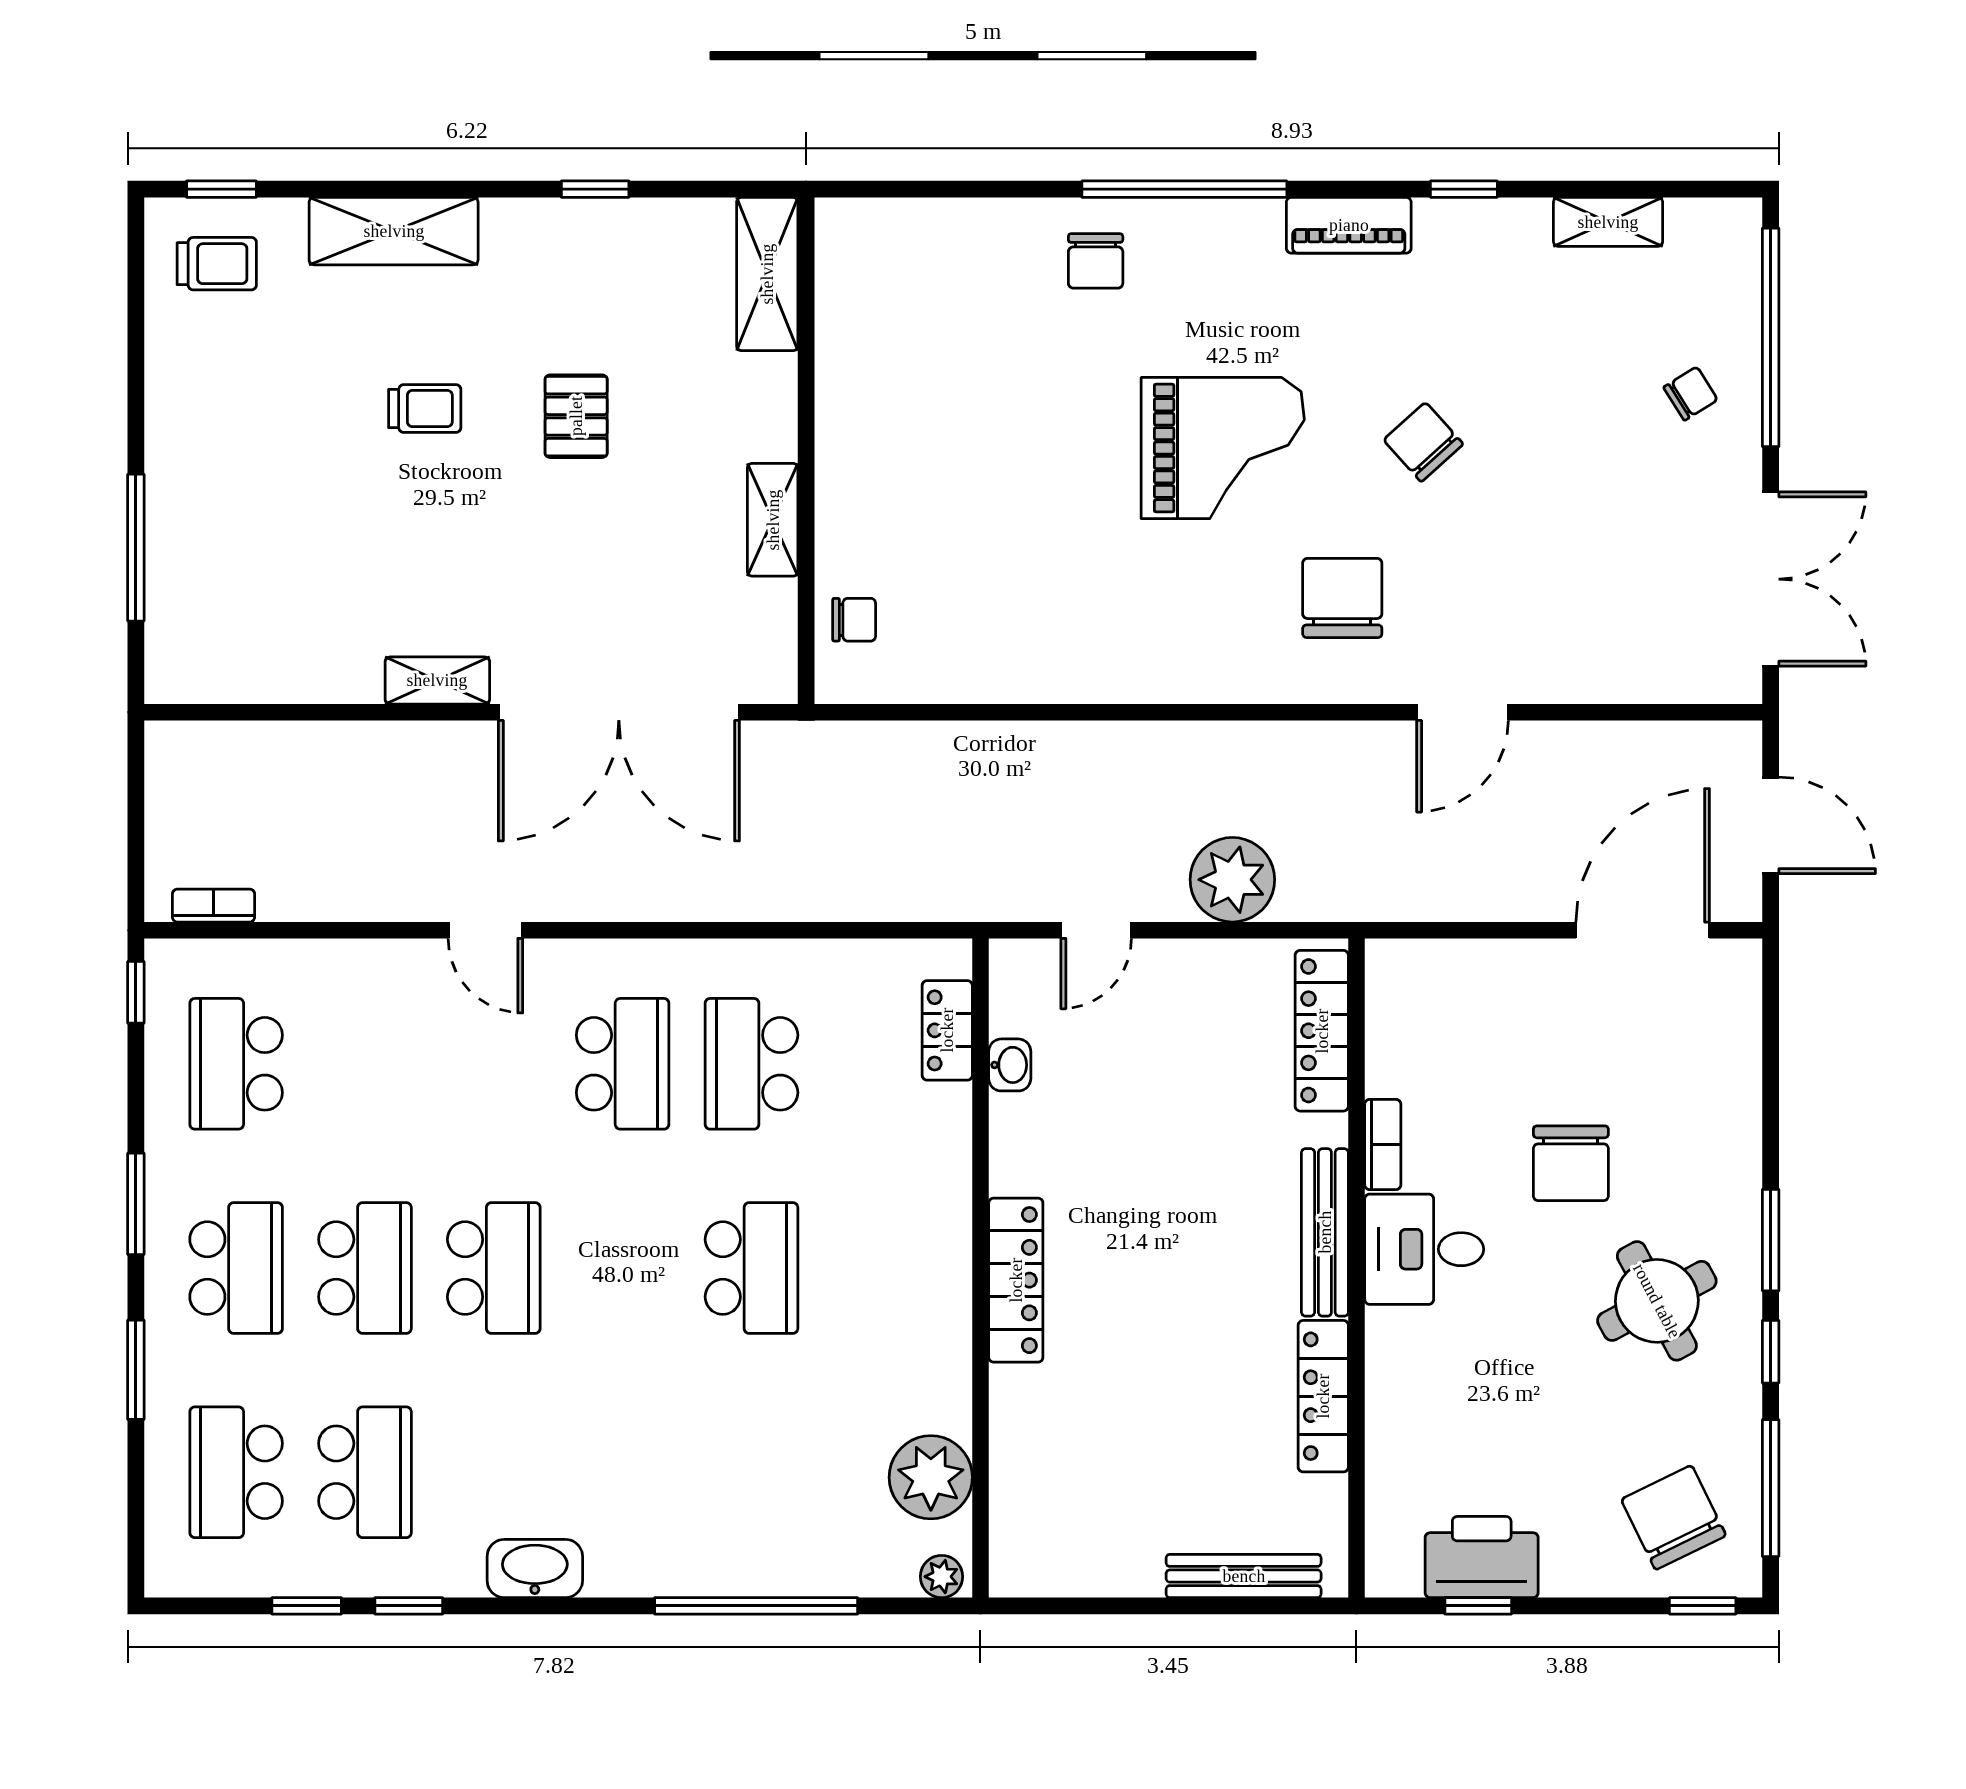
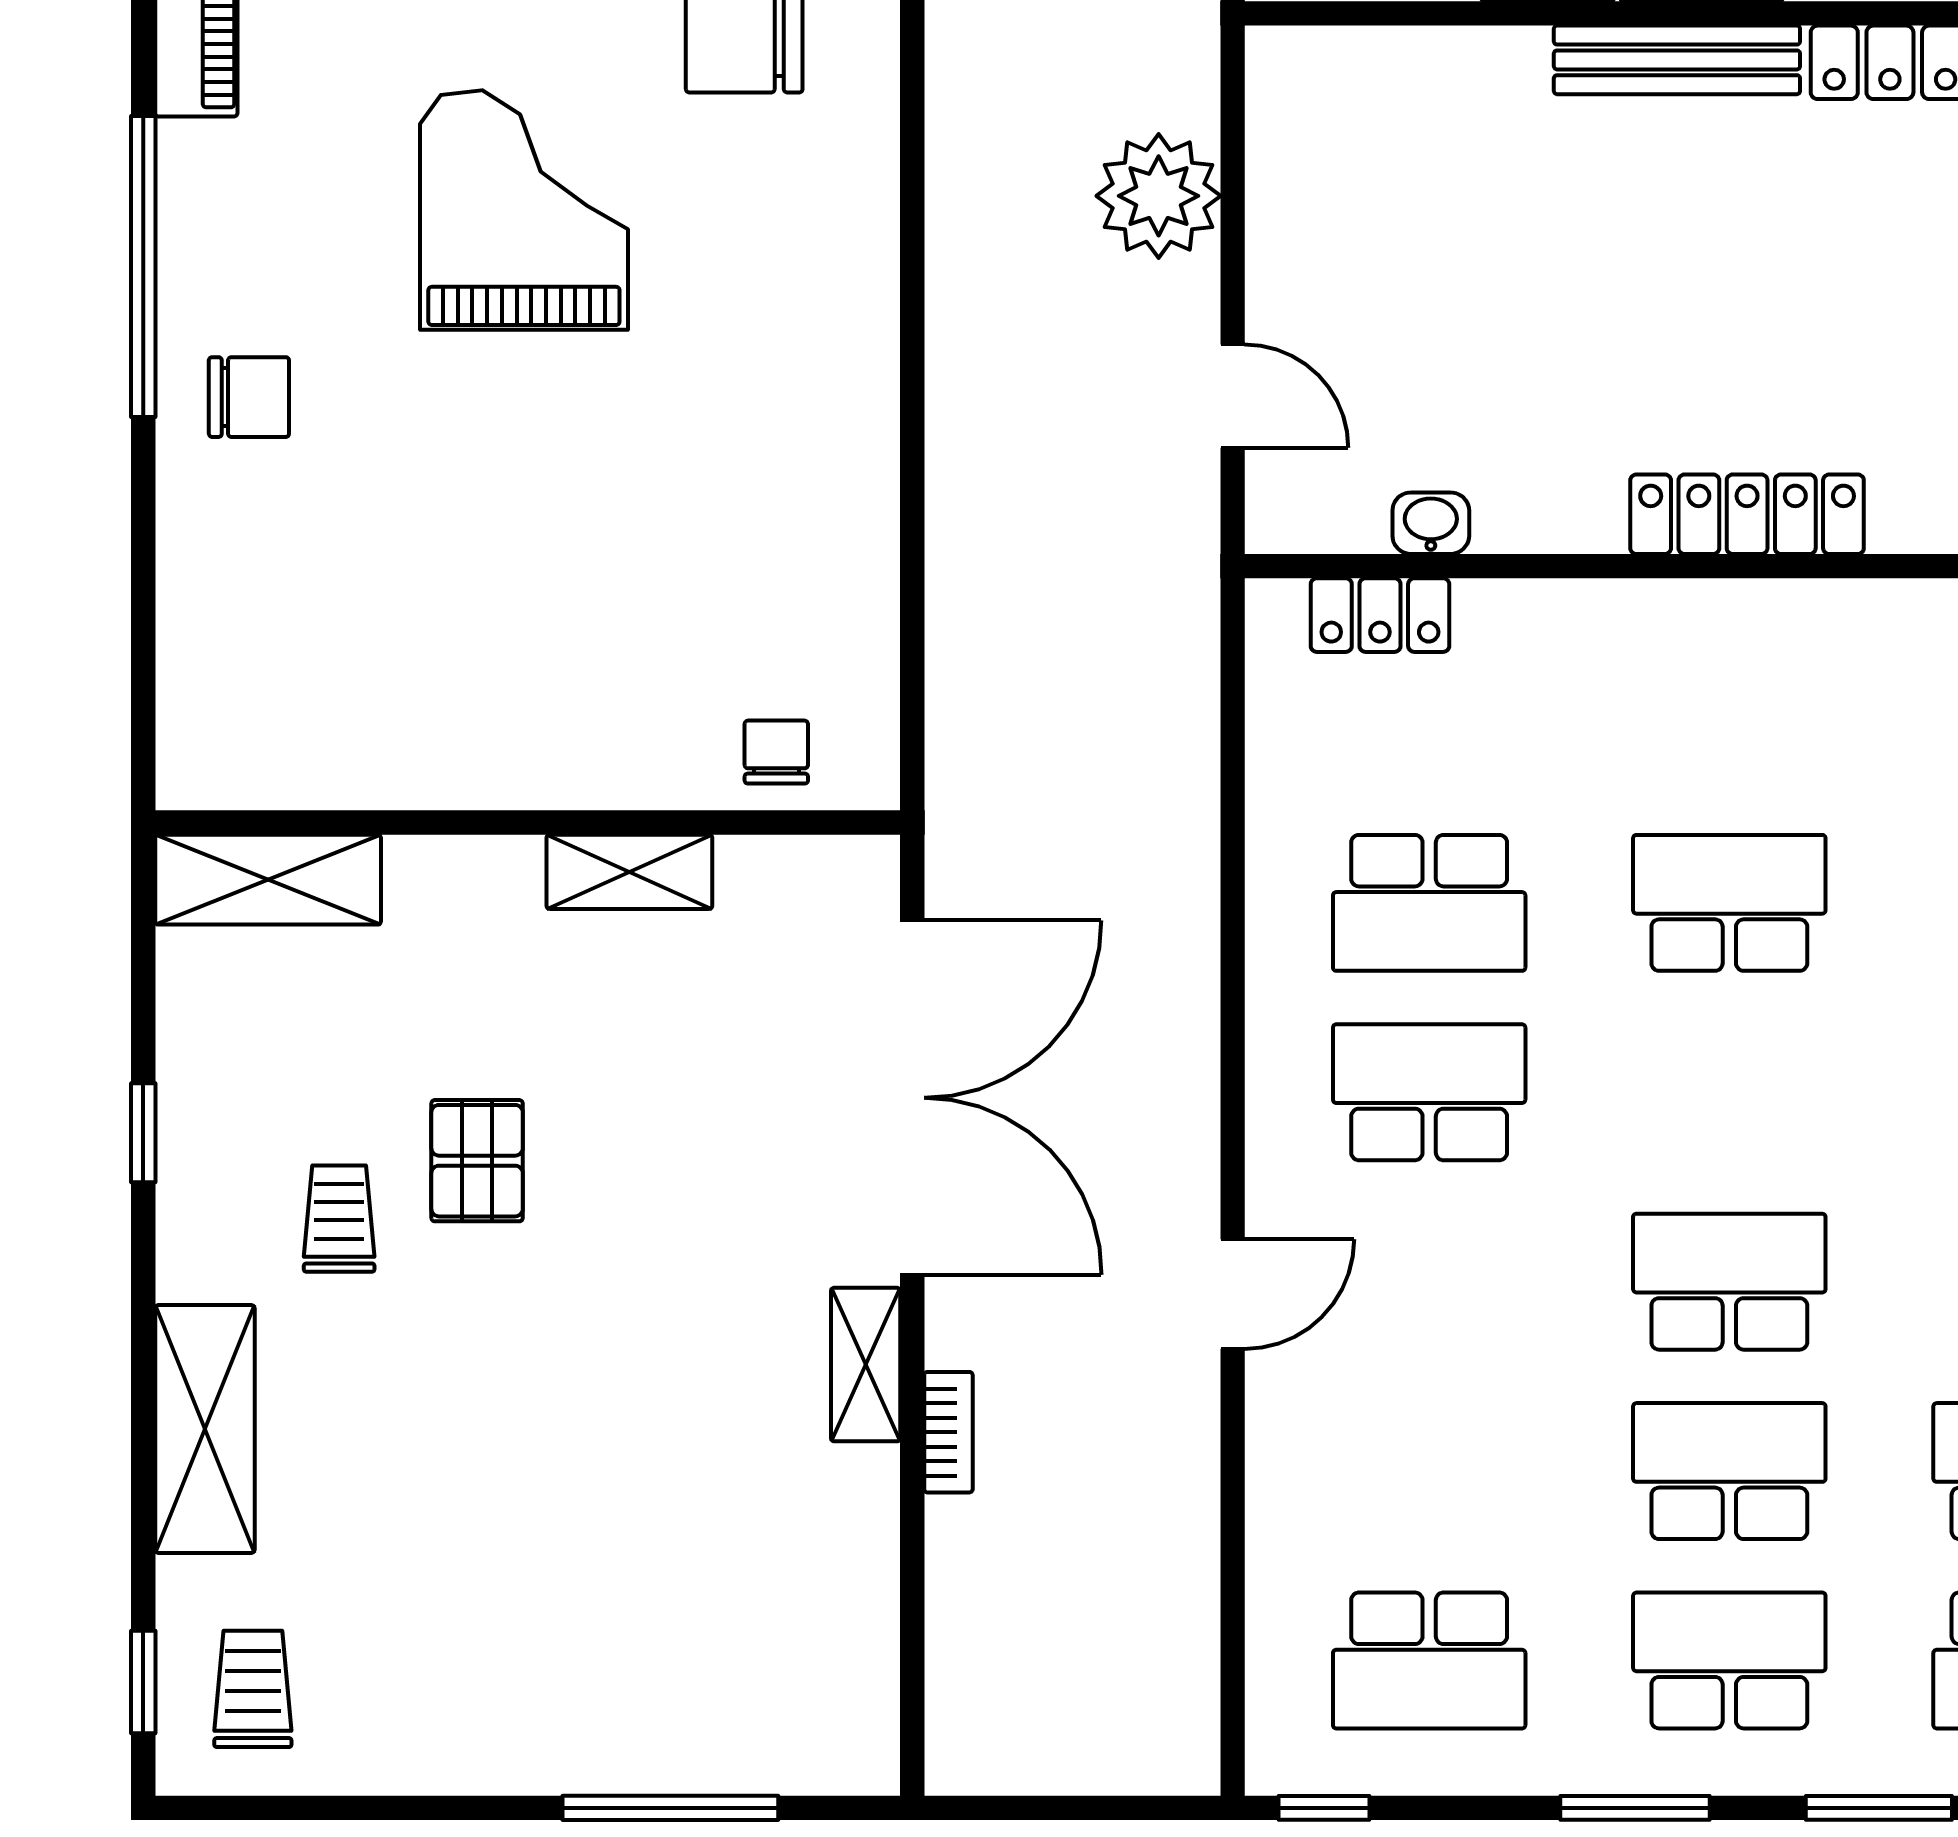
trolley: (425, 409) -> (339, 1219), moved
pallet: (576, 416) -> (477, 1161), turned 90
bookcase: (214, 906) -> (948, 1432), moved, turned 180
locker: (1322, 1031) -> (1380, 65), removed

